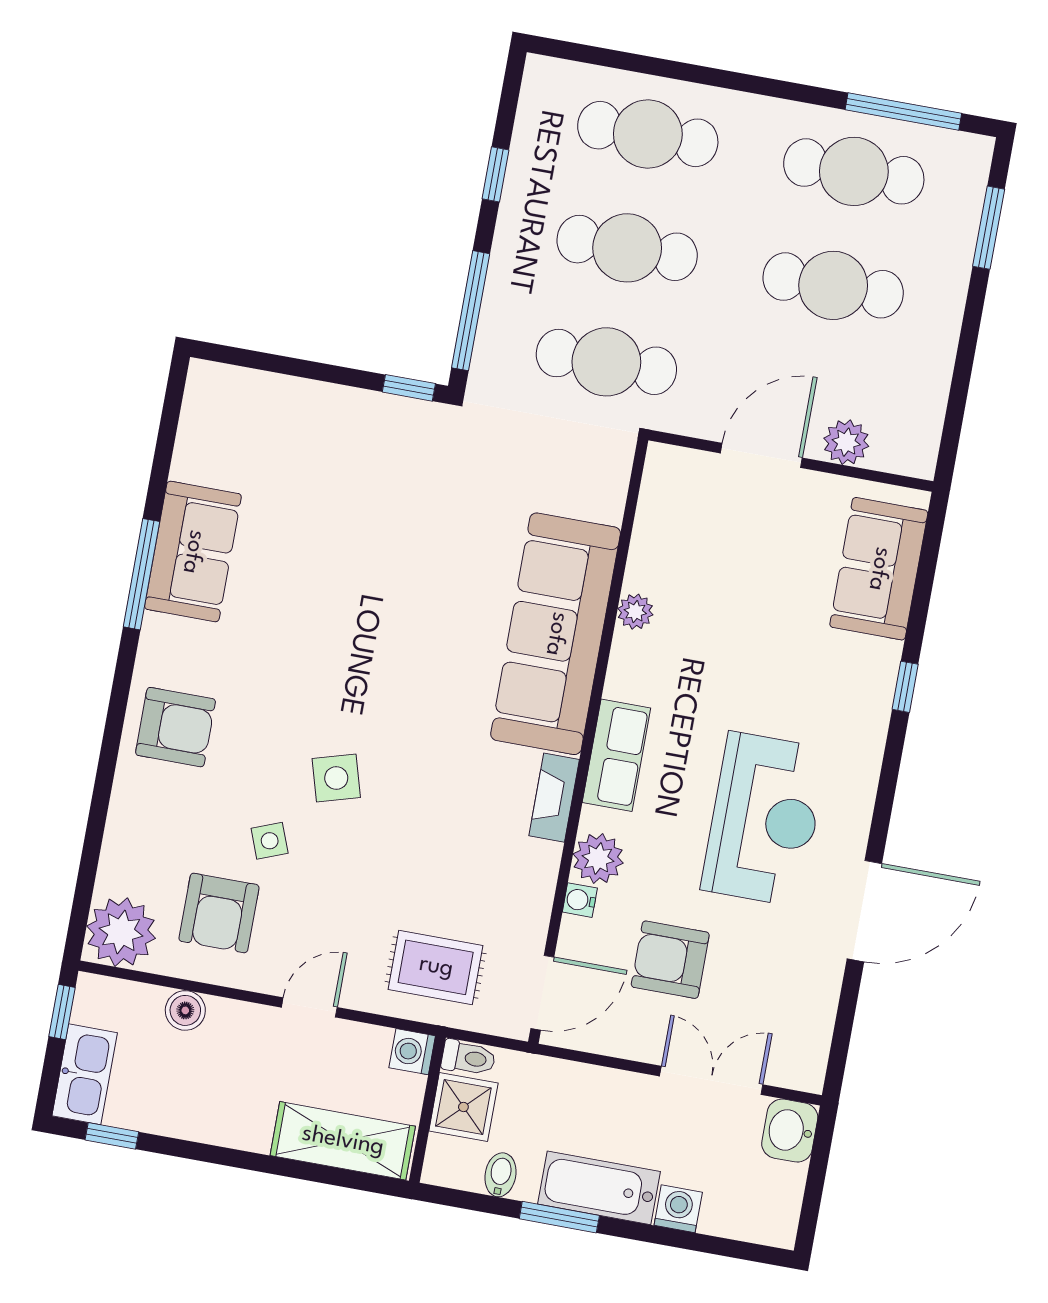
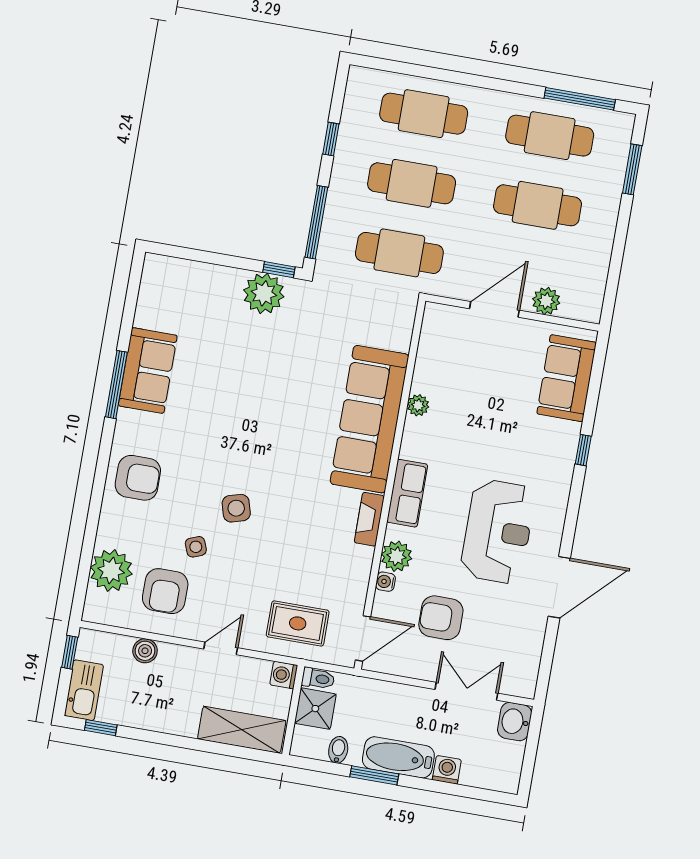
plant: (384, 427) -> (264, 293), added
plant: (121, 932) -> (111, 571), moved

